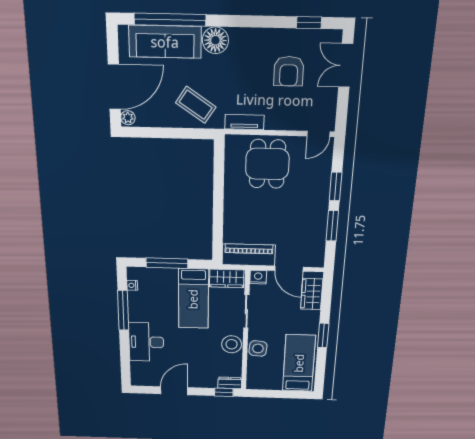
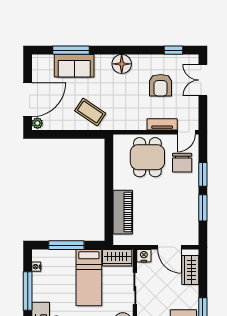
window: (170, 20) -> (71, 50), width x0.68
floor lamp: (215, 40) -> (122, 64), moved
sofa: (165, 42) -> (74, 66), width x0.73
tv unit: (244, 122) -> (162, 124), moved
chair: (310, 172) -> (182, 163), added
piano: (249, 255) -> (123, 212), moved, turned 90

